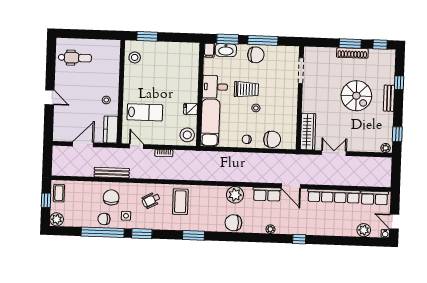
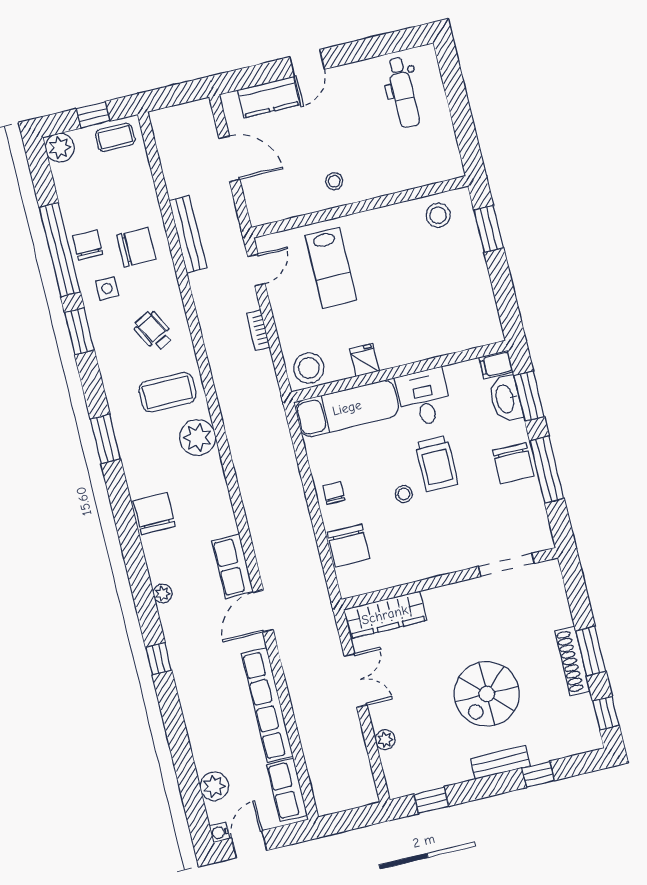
kitchen counter: (111, 129) -> (269, 97), moved, turned 180
plant: (386, 148) -> (385, 740), moved
plant: (235, 195) -> (198, 438), moved

